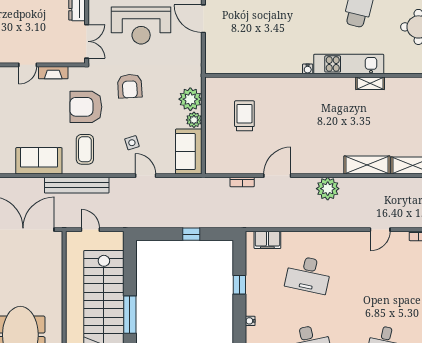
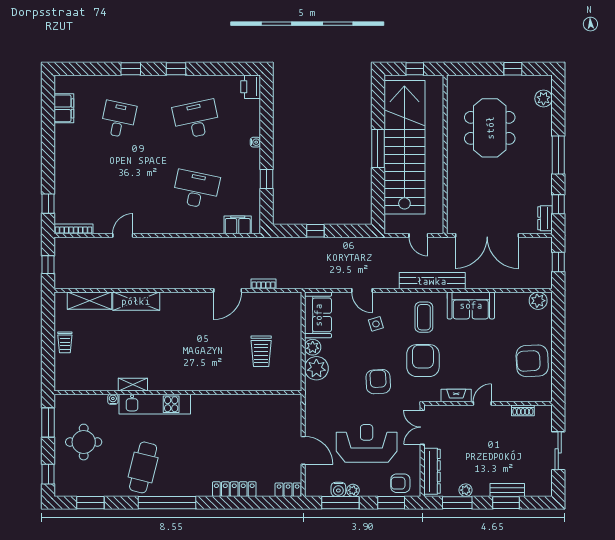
water cooler: (308, 69) -> (113, 399), moved
armchair: (86, 107) -> (423, 361), turned -90
plant: (328, 189) -> (176, 277), removed

